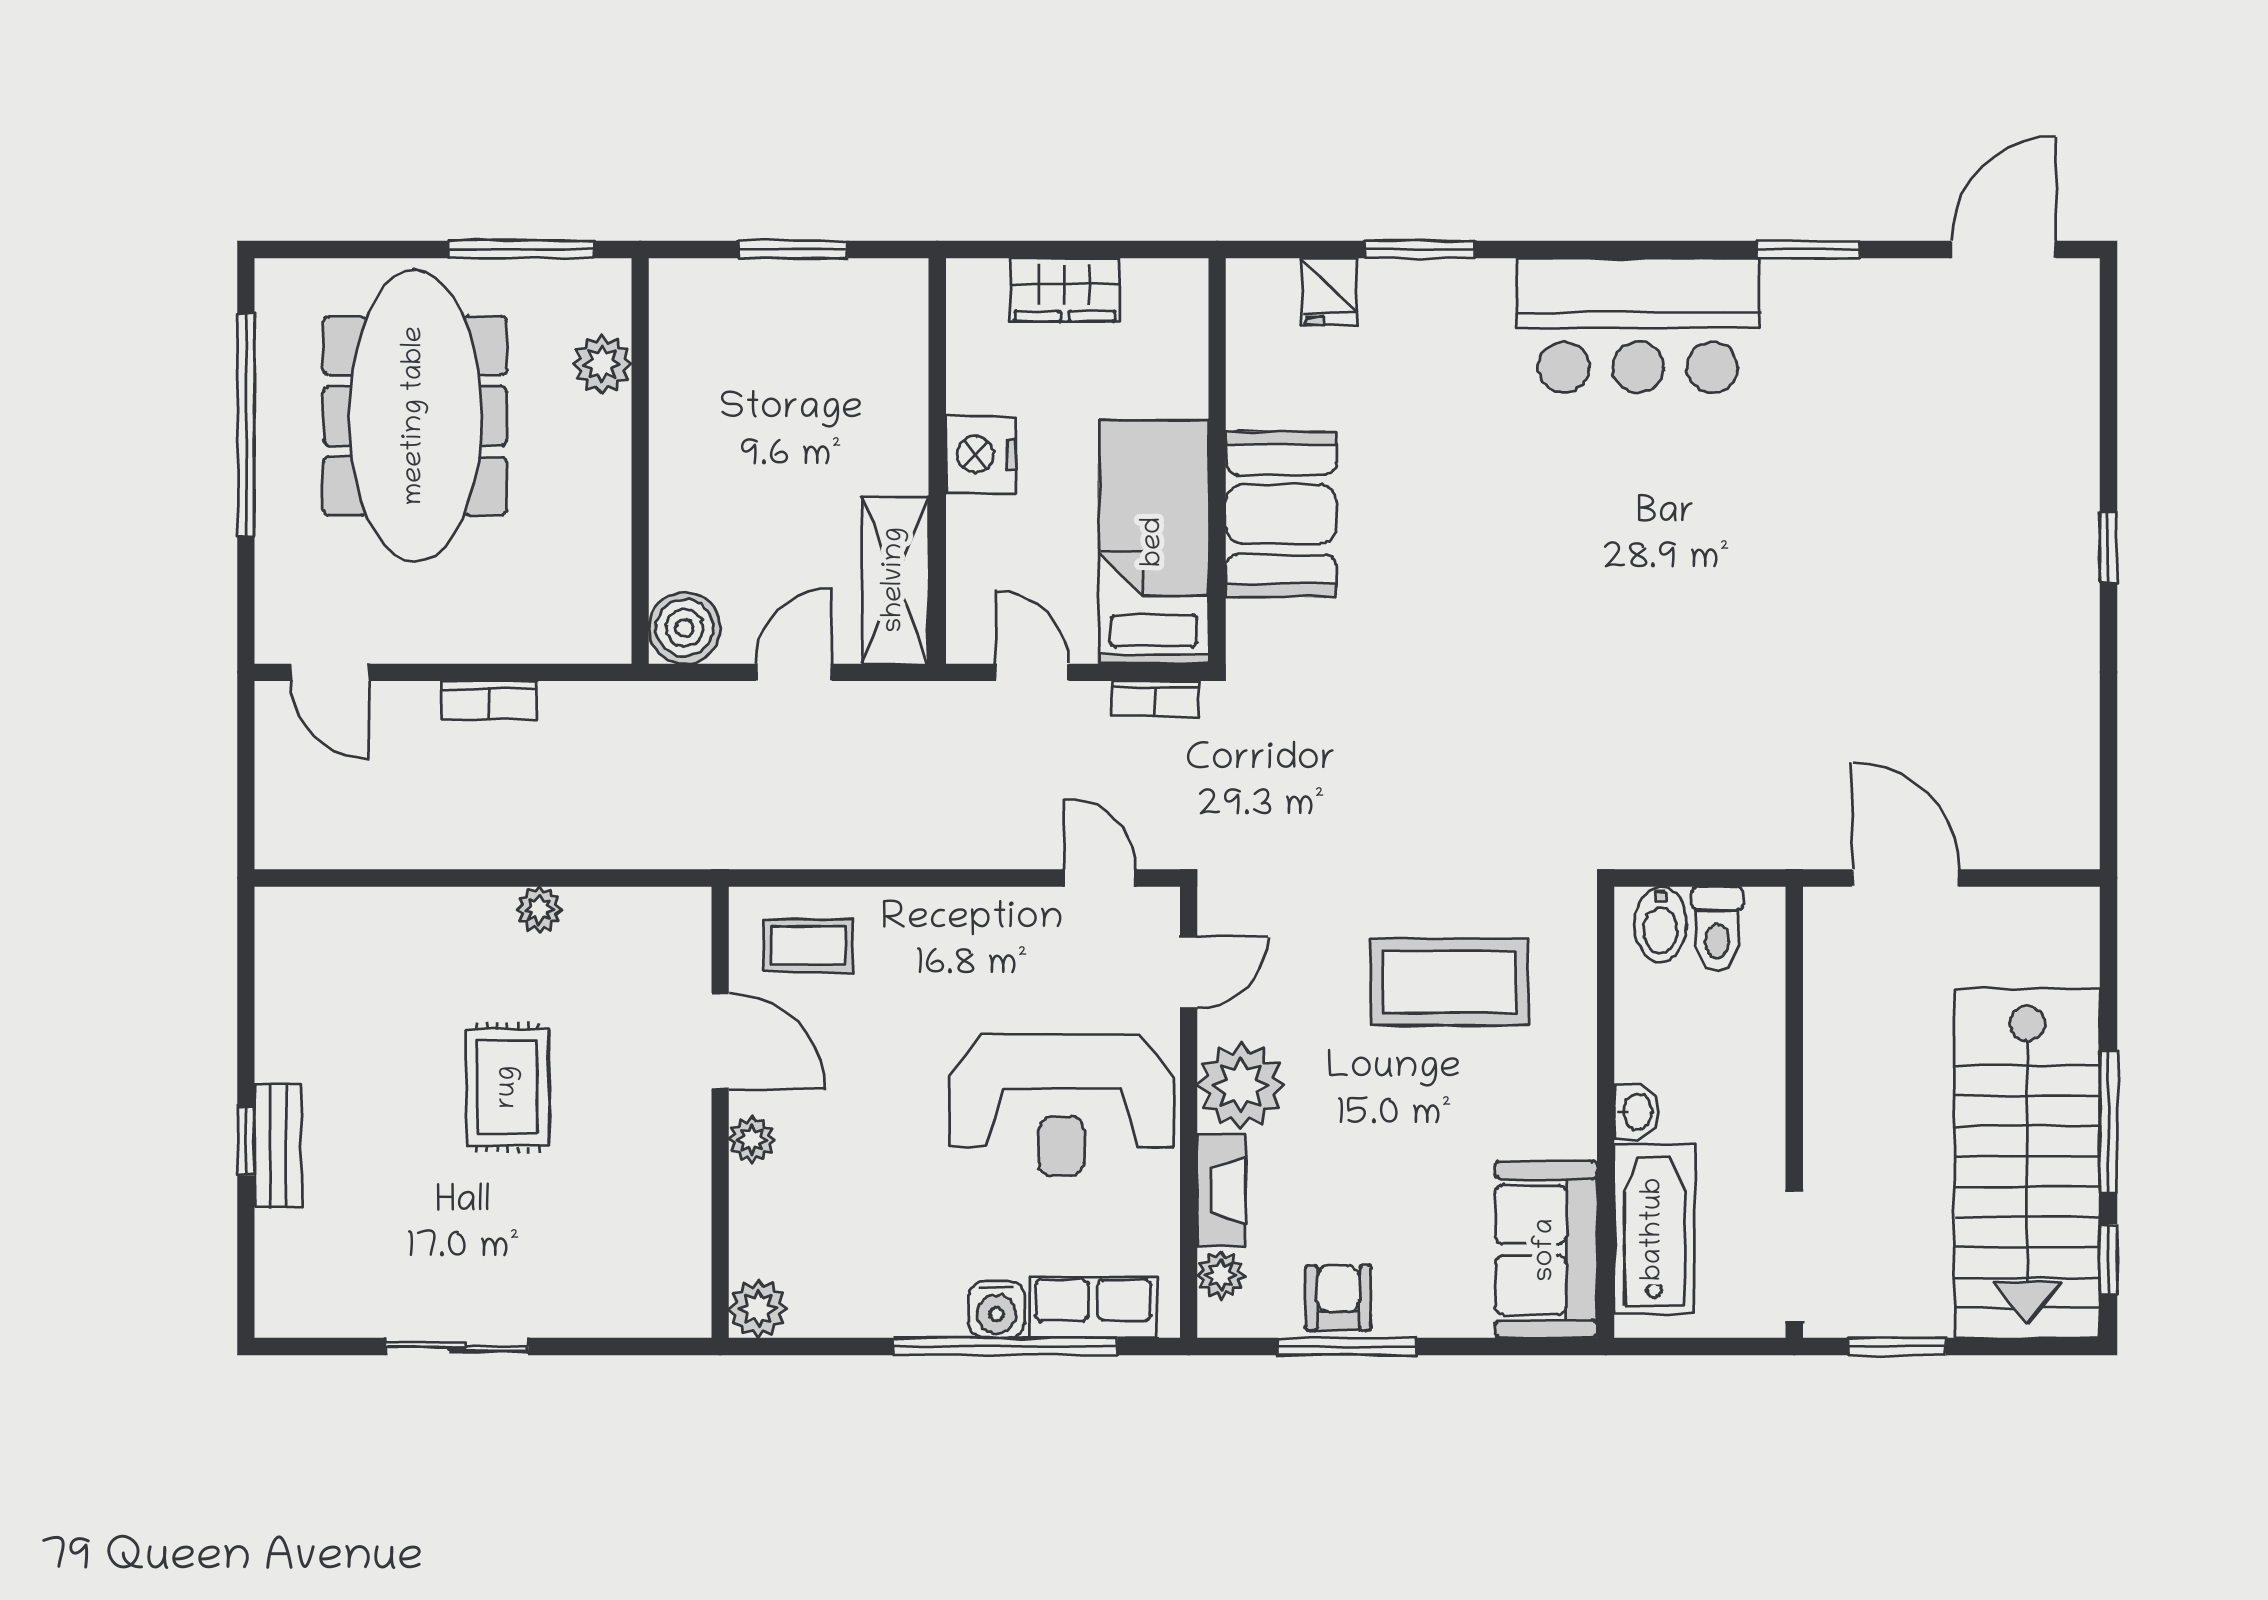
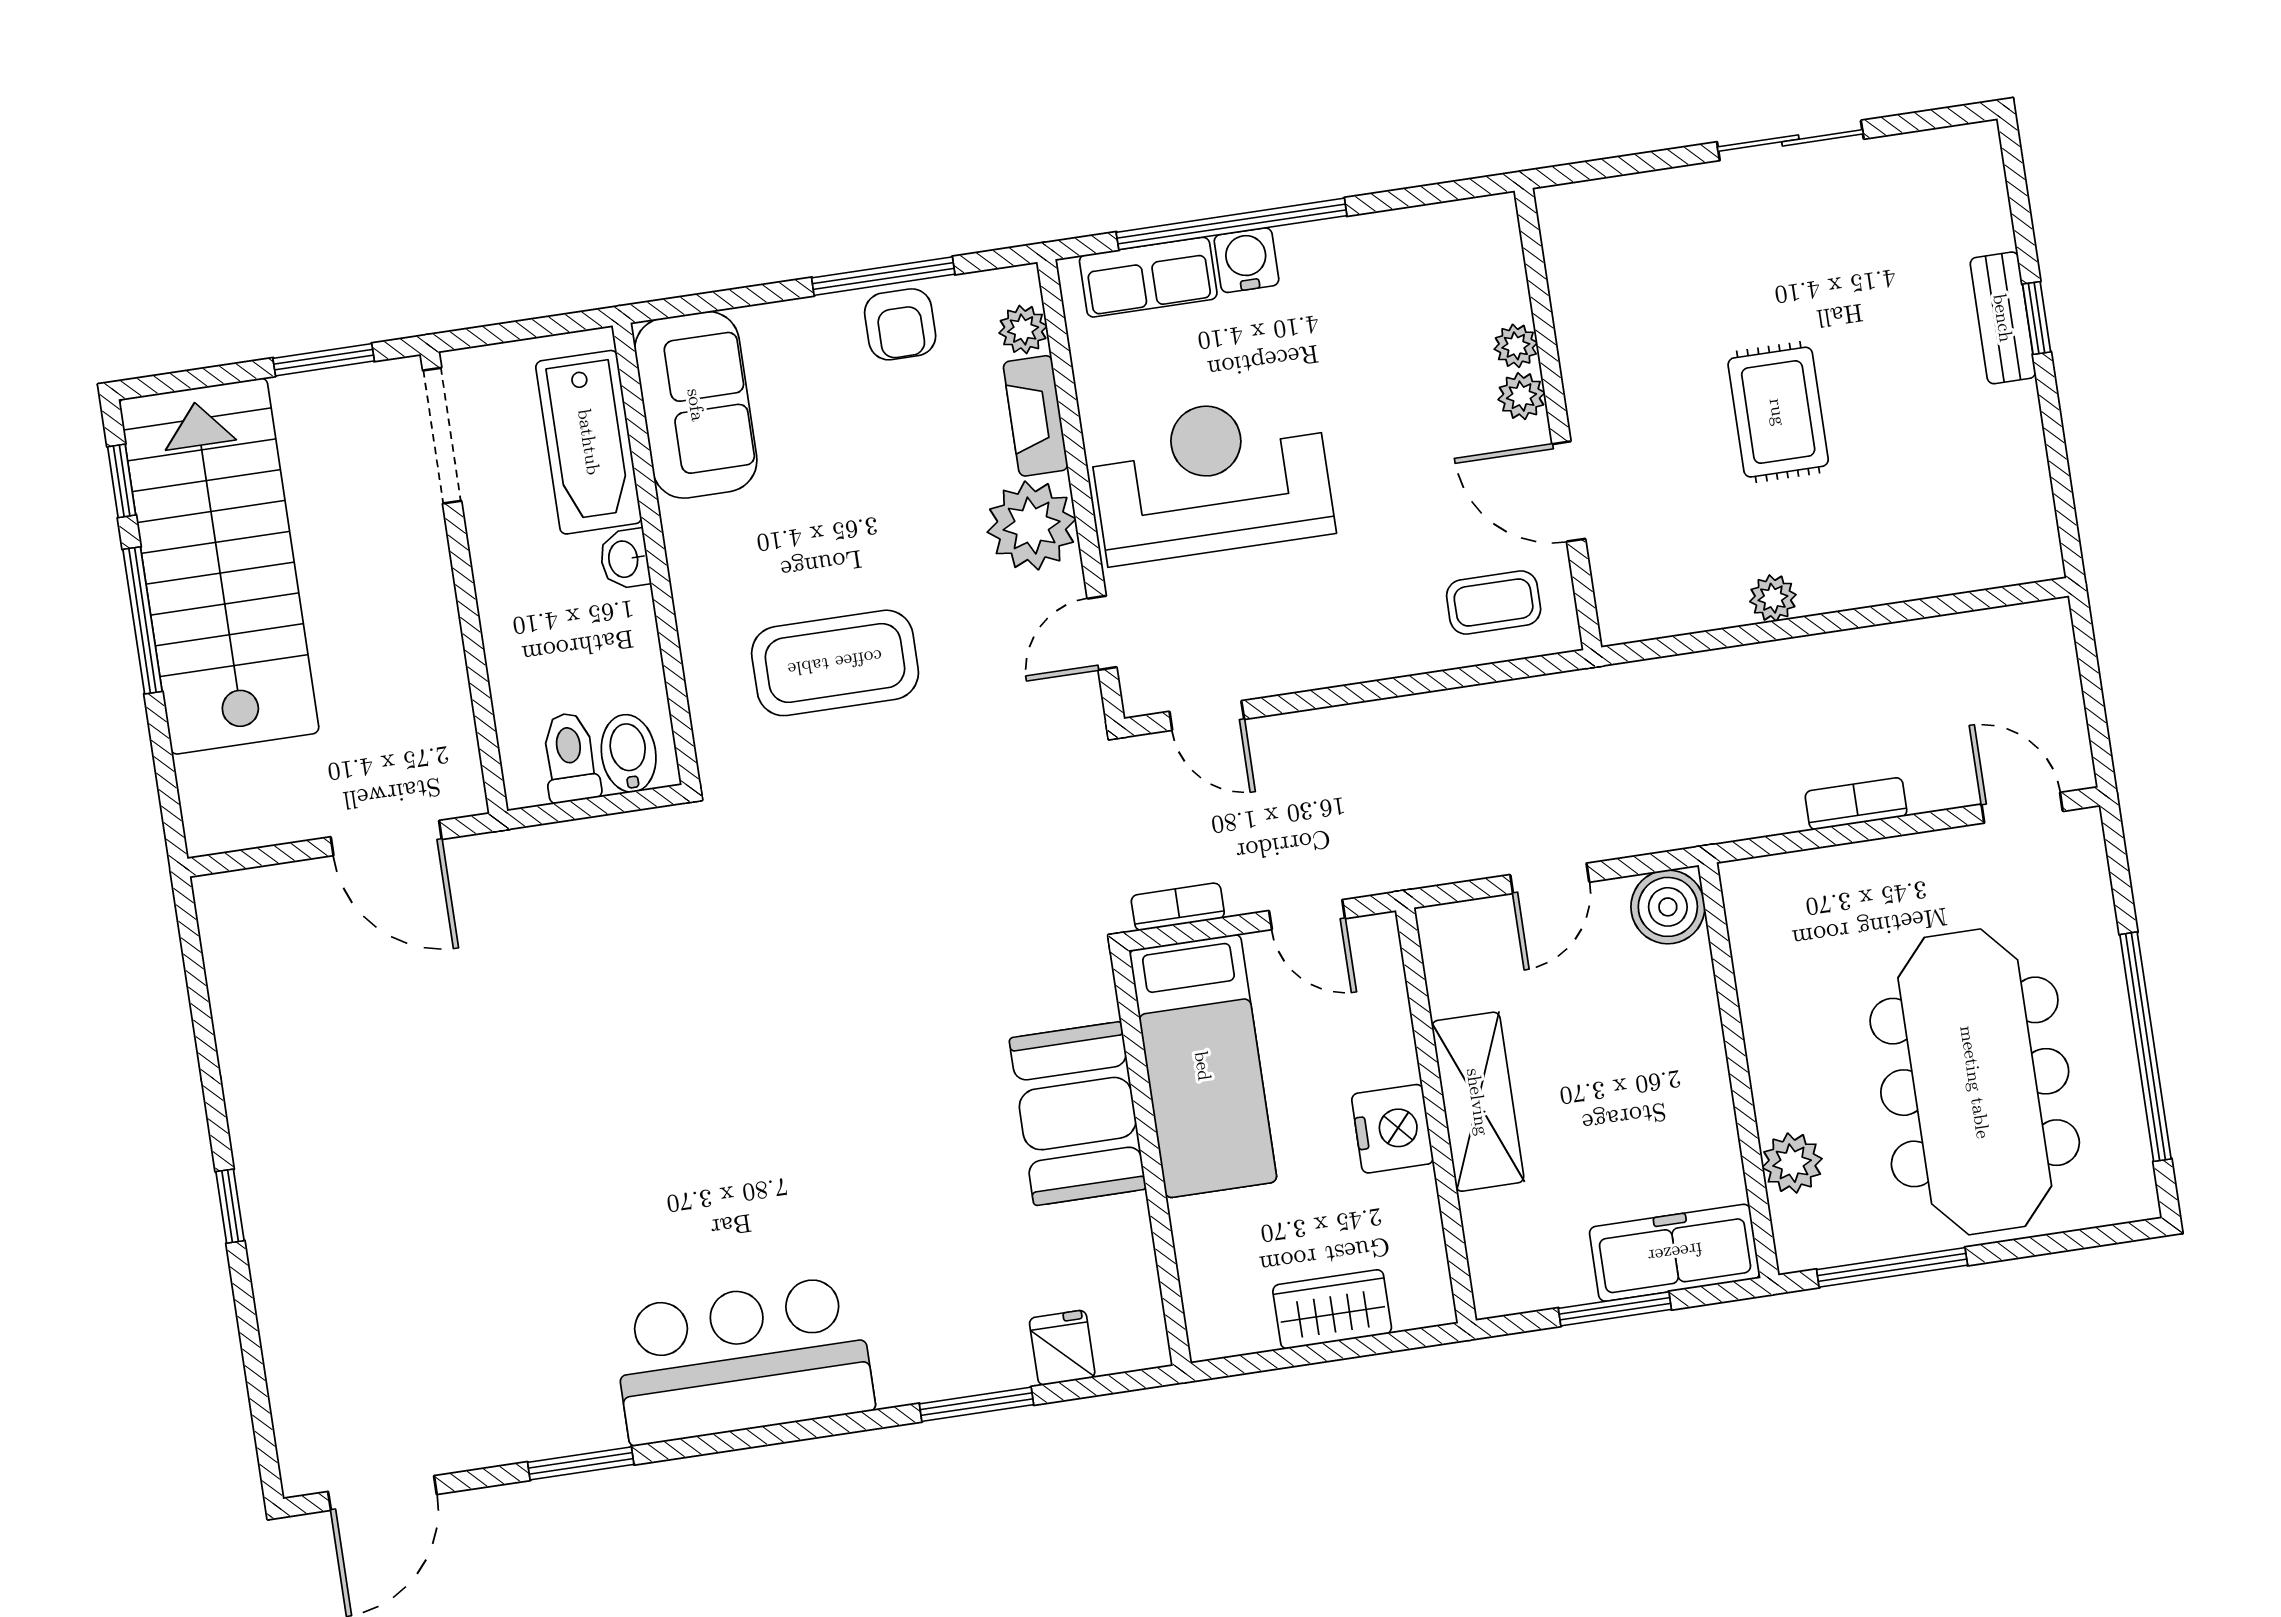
freezer: (728, 295) -> (1675, 1253), added
shelving: (895, 580) -> (1478, 1102), moved
plant: (758, 1309) -> (1516, 346), moved, width x0.73, depth x0.73

